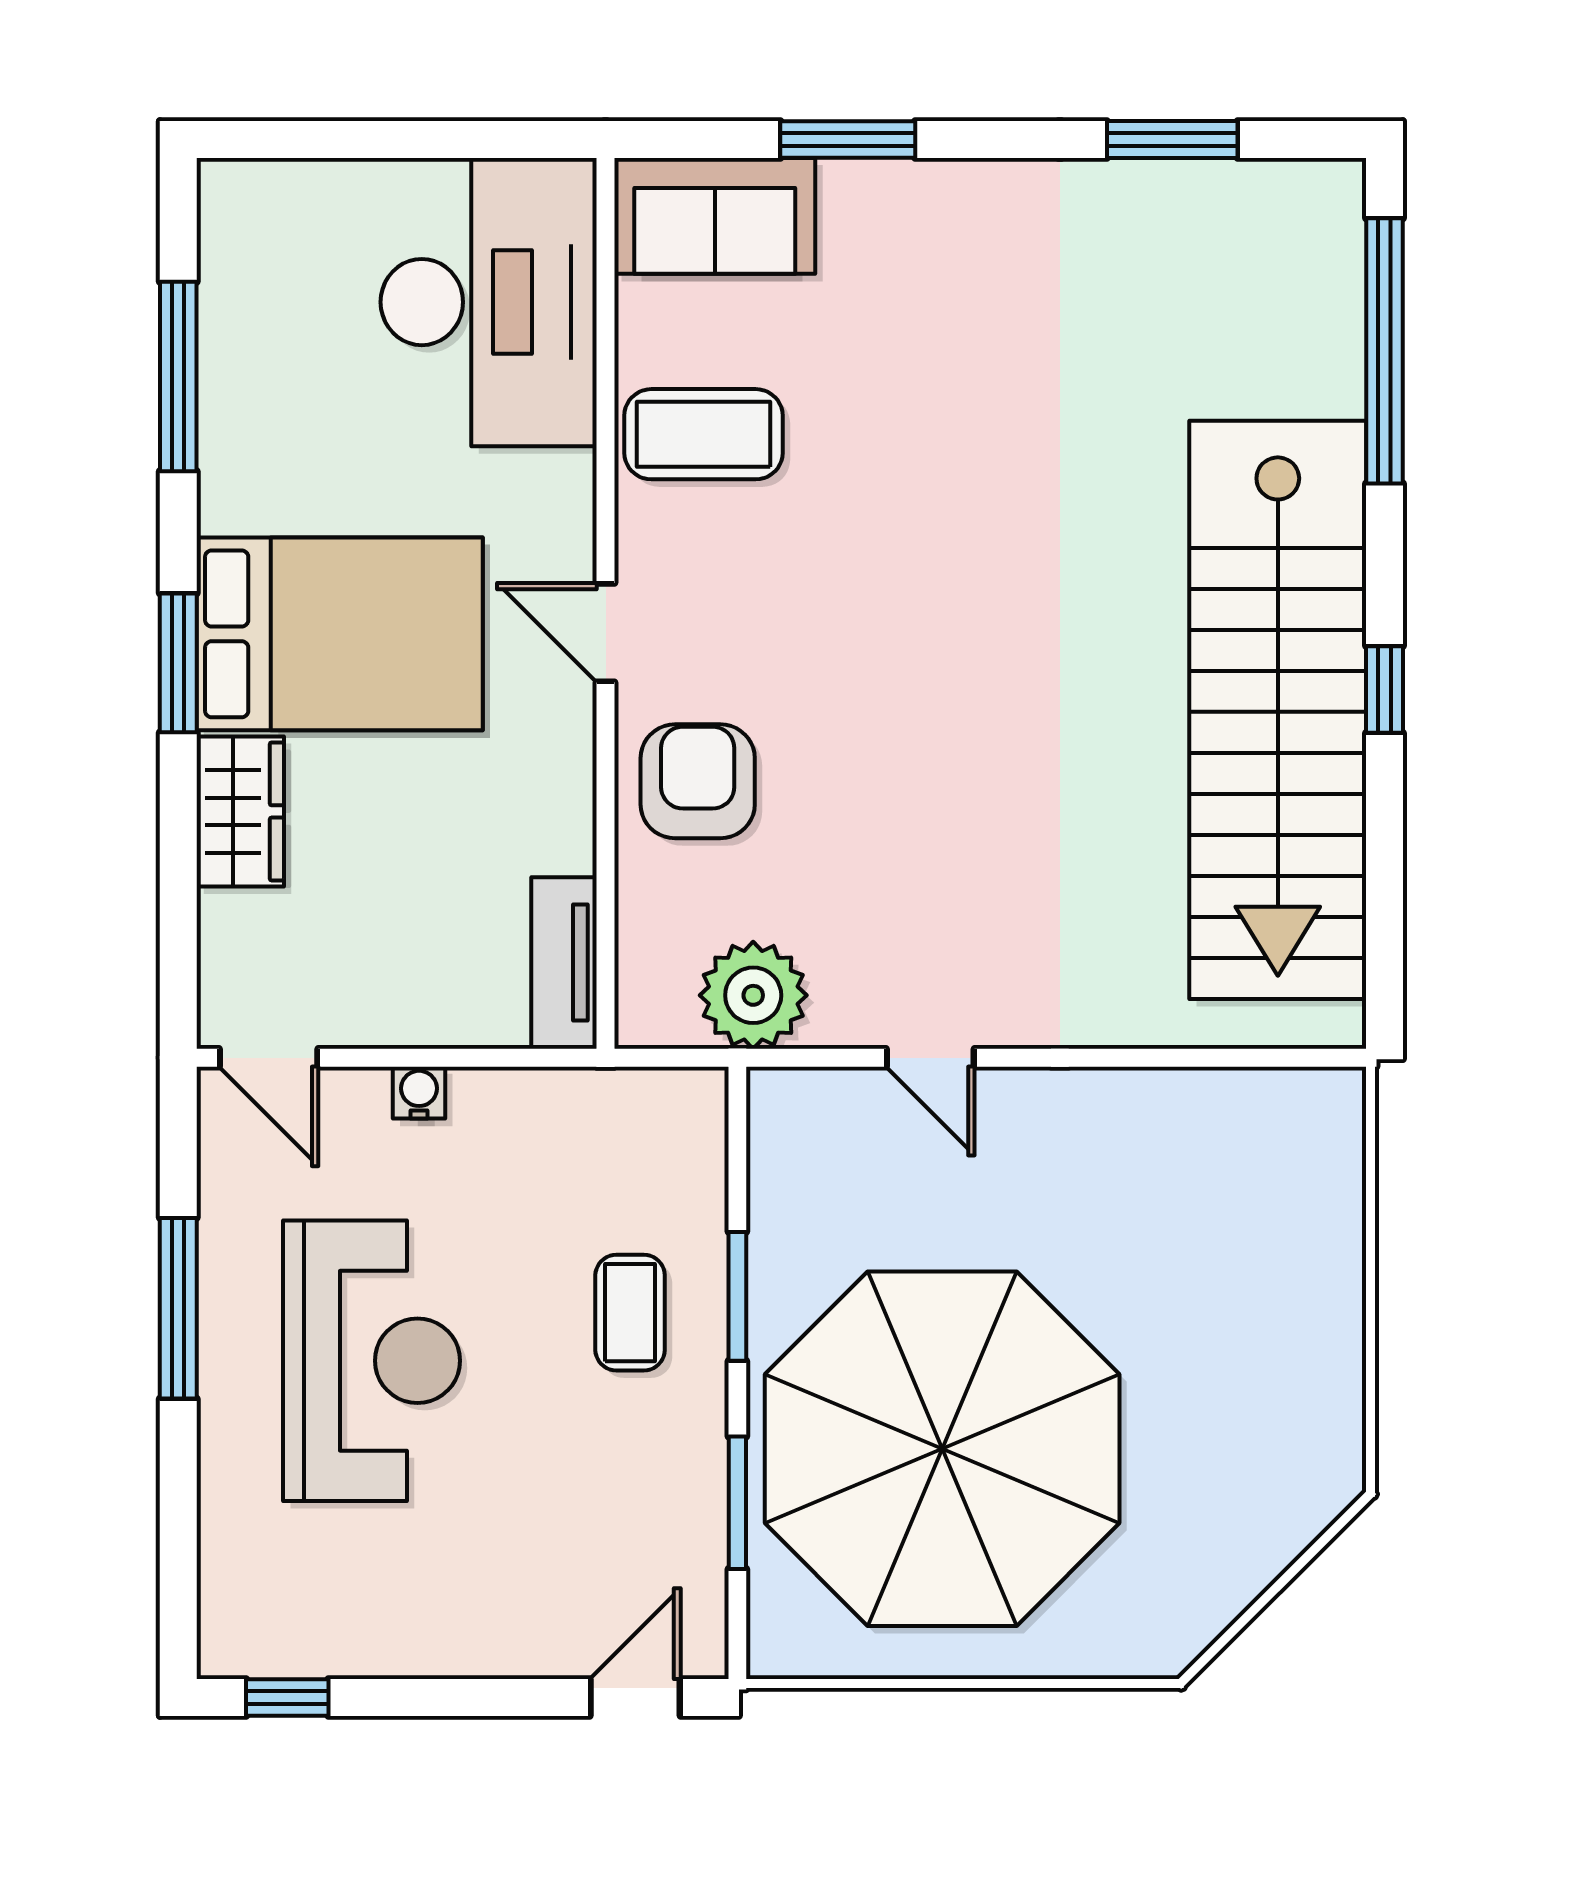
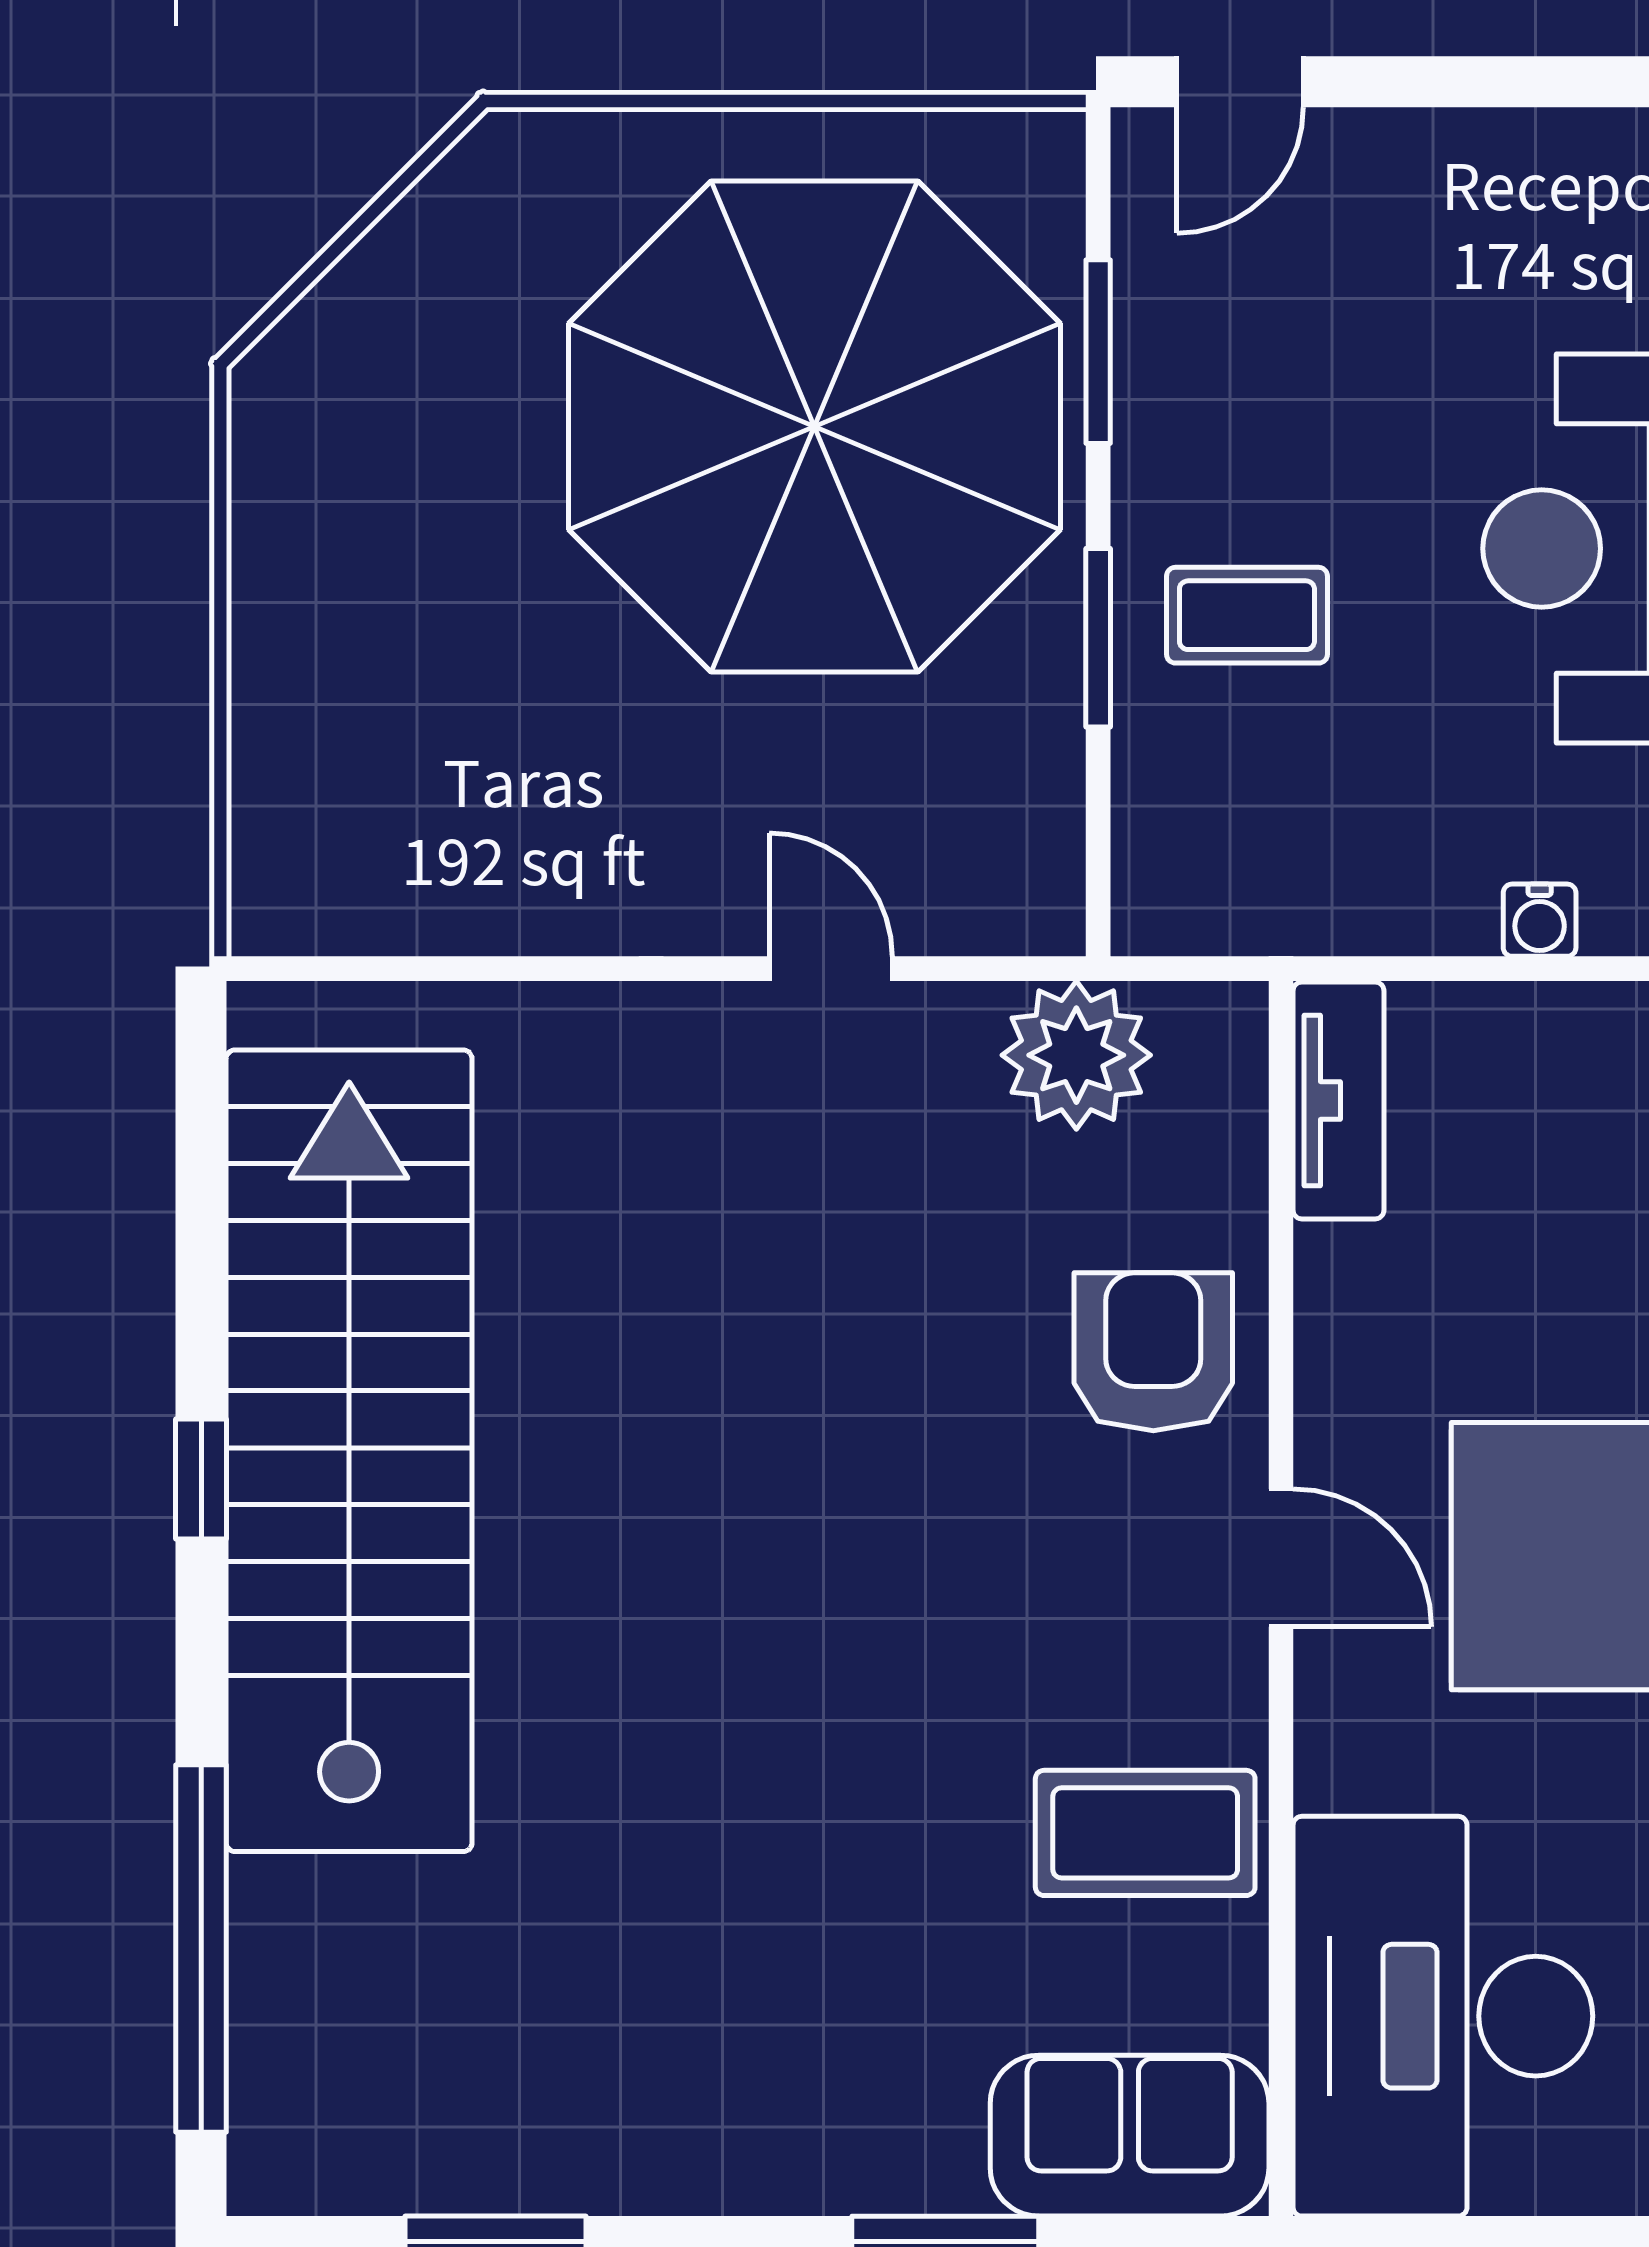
armchair: (698, 781) -> (1153, 1352), turned 180
coffee table: (630, 1313) -> (1247, 615), turned 90

